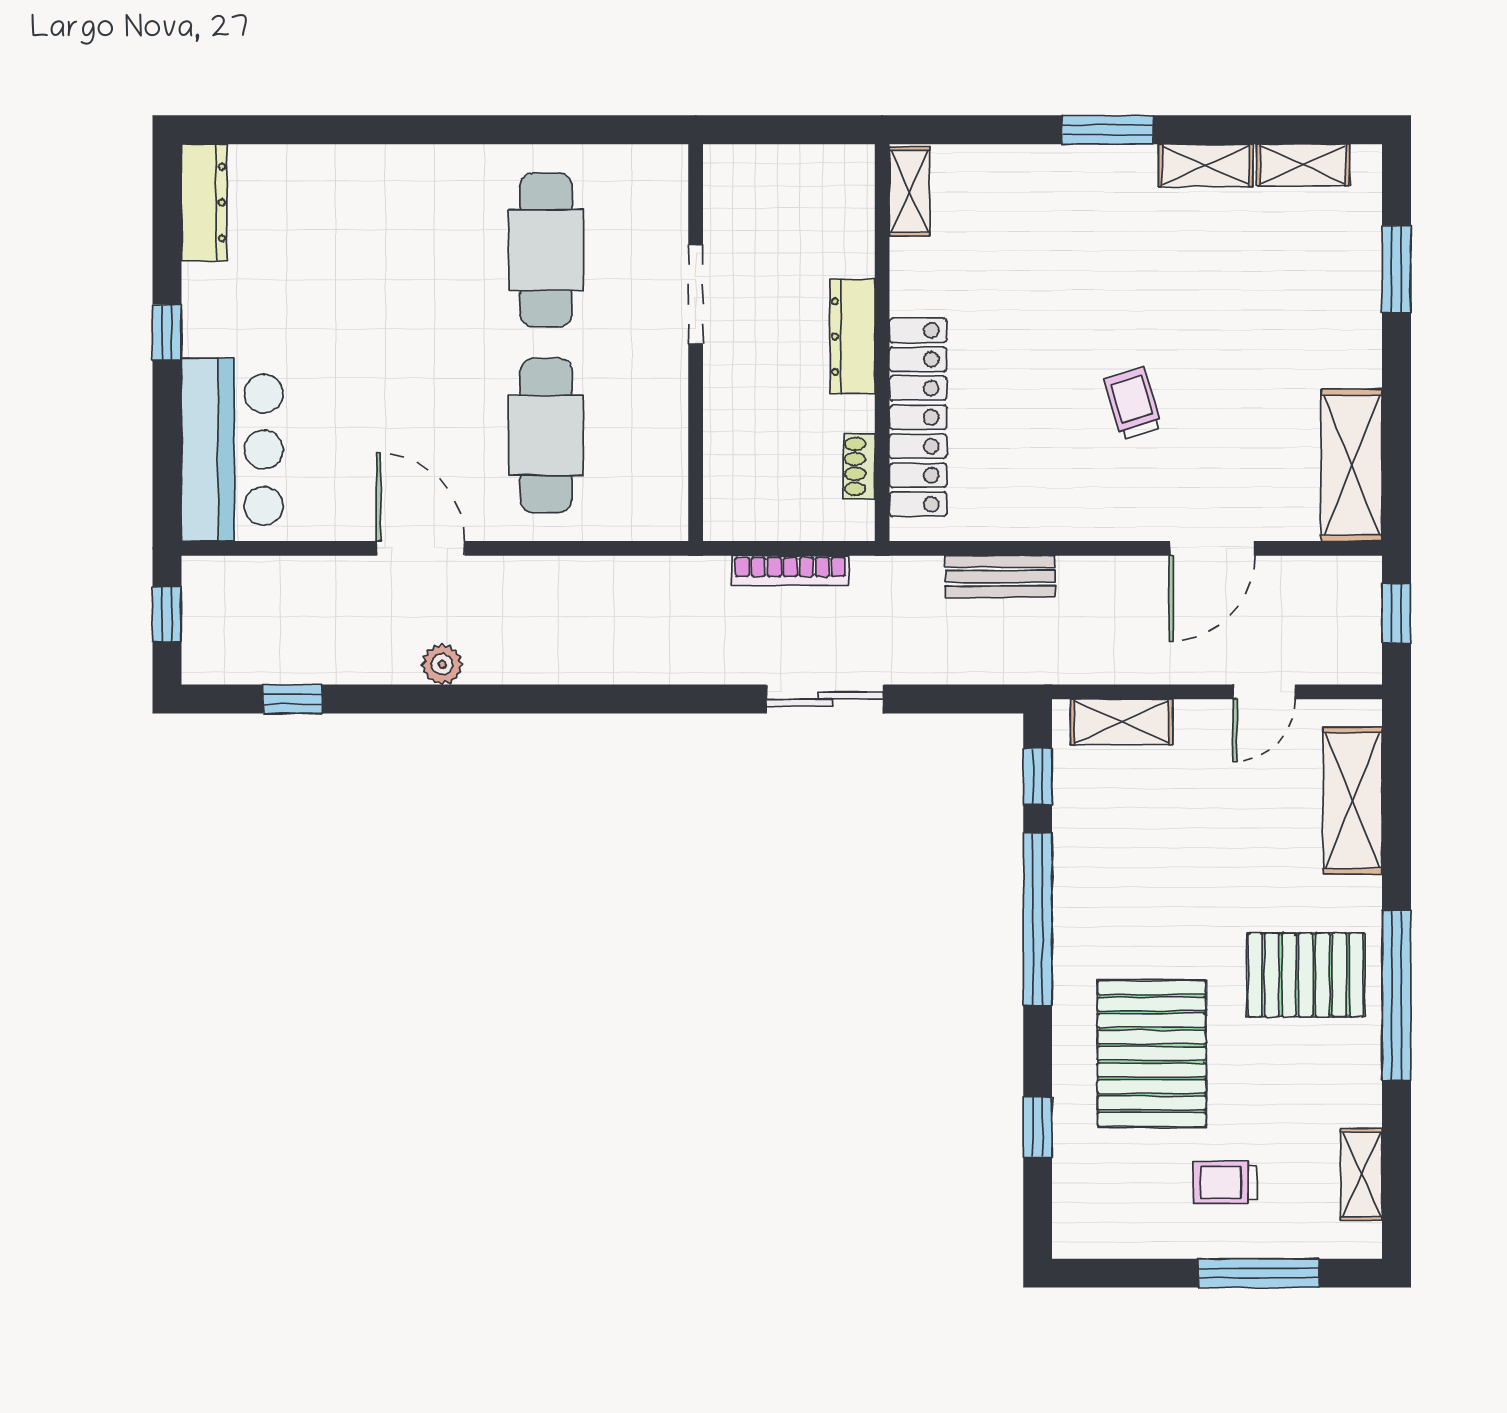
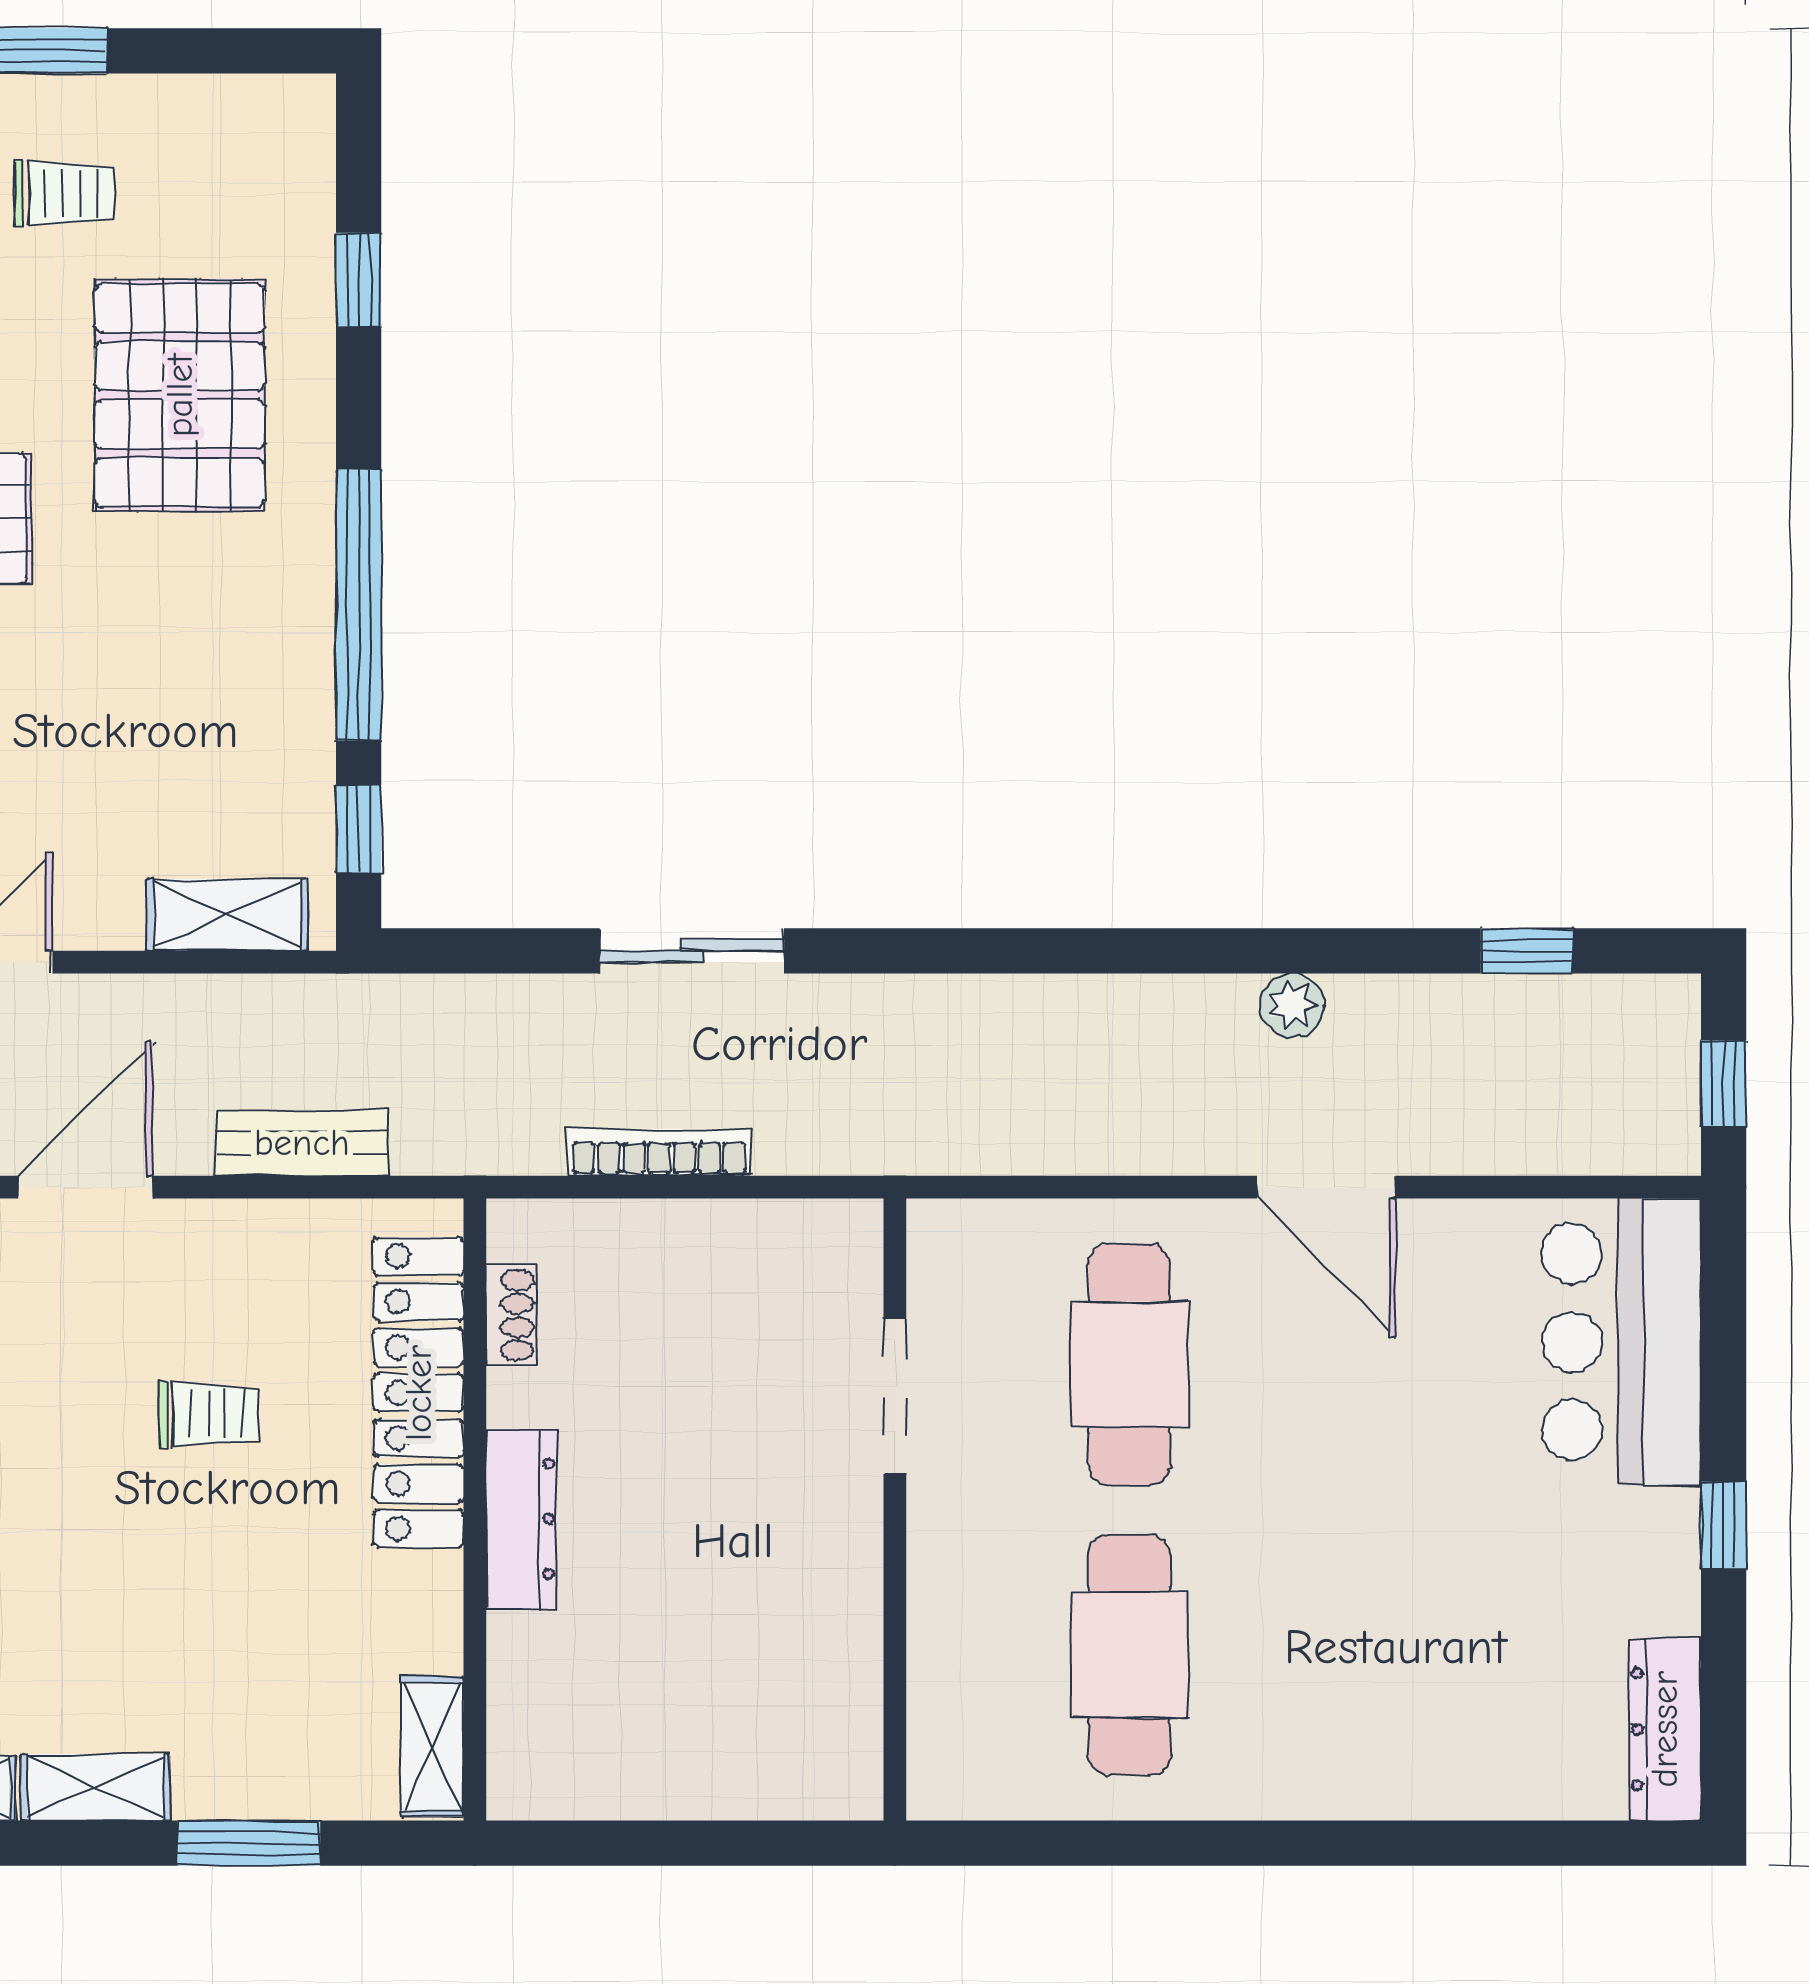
shelving: (909, 192) -> (432, 1746), moved
doorway: (696, 294) -> (895, 1397), moved
dresser: (852, 337) -> (521, 1519), moved
wall: (882, 343) -> (475, 1509), moved
trolley: (1133, 403) -> (209, 1414), turned -73
locker: (918, 417) -> (419, 1393), moved
shoe rack: (859, 466) -> (511, 1315), moved
bookcase: (790, 570) -> (659, 1152), moved
bench: (1000, 577) -> (302, 1143), moved

